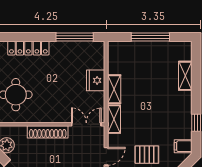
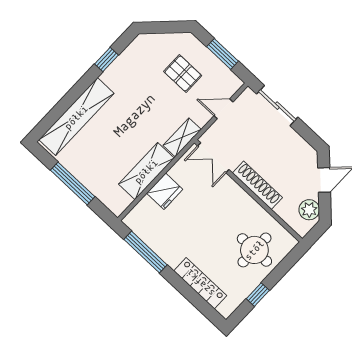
shelving: (185, 76) -> (76, 117), width x2.20, depth x1.33
shelving: (114, 89) -> (146, 171), width x1.50, depth x1.33
filing cabinet: (183, 146) -> (140, 49), removed

